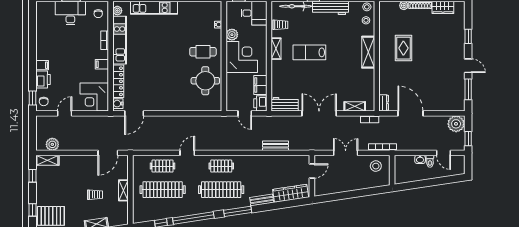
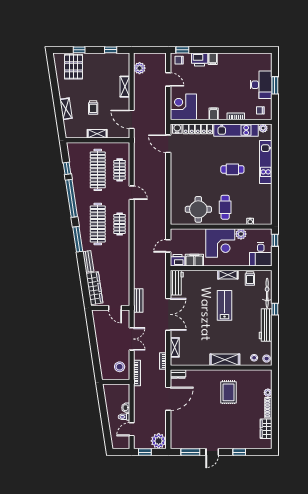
cafe table: (162, 44) -> (232, 169), added
rug: (403, 48) -> (228, 392), turned 90
bench: (275, 146) -> (138, 301), moved
shelving: (47, 160) -> (125, 87), moved

